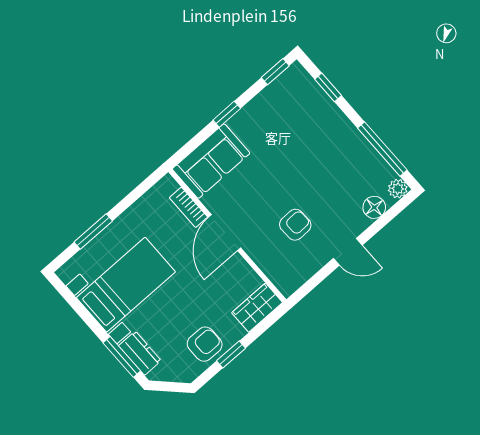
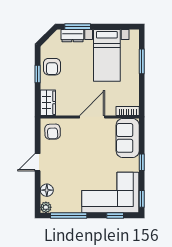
corner sofa: (303, 121) -> (110, 192), added
bookcase: (188, 207) -> (128, 111), moved
armchair: (295, 225) -> (53, 132), moved
door: (224, 233) -> (92, 117), hinge flipped

